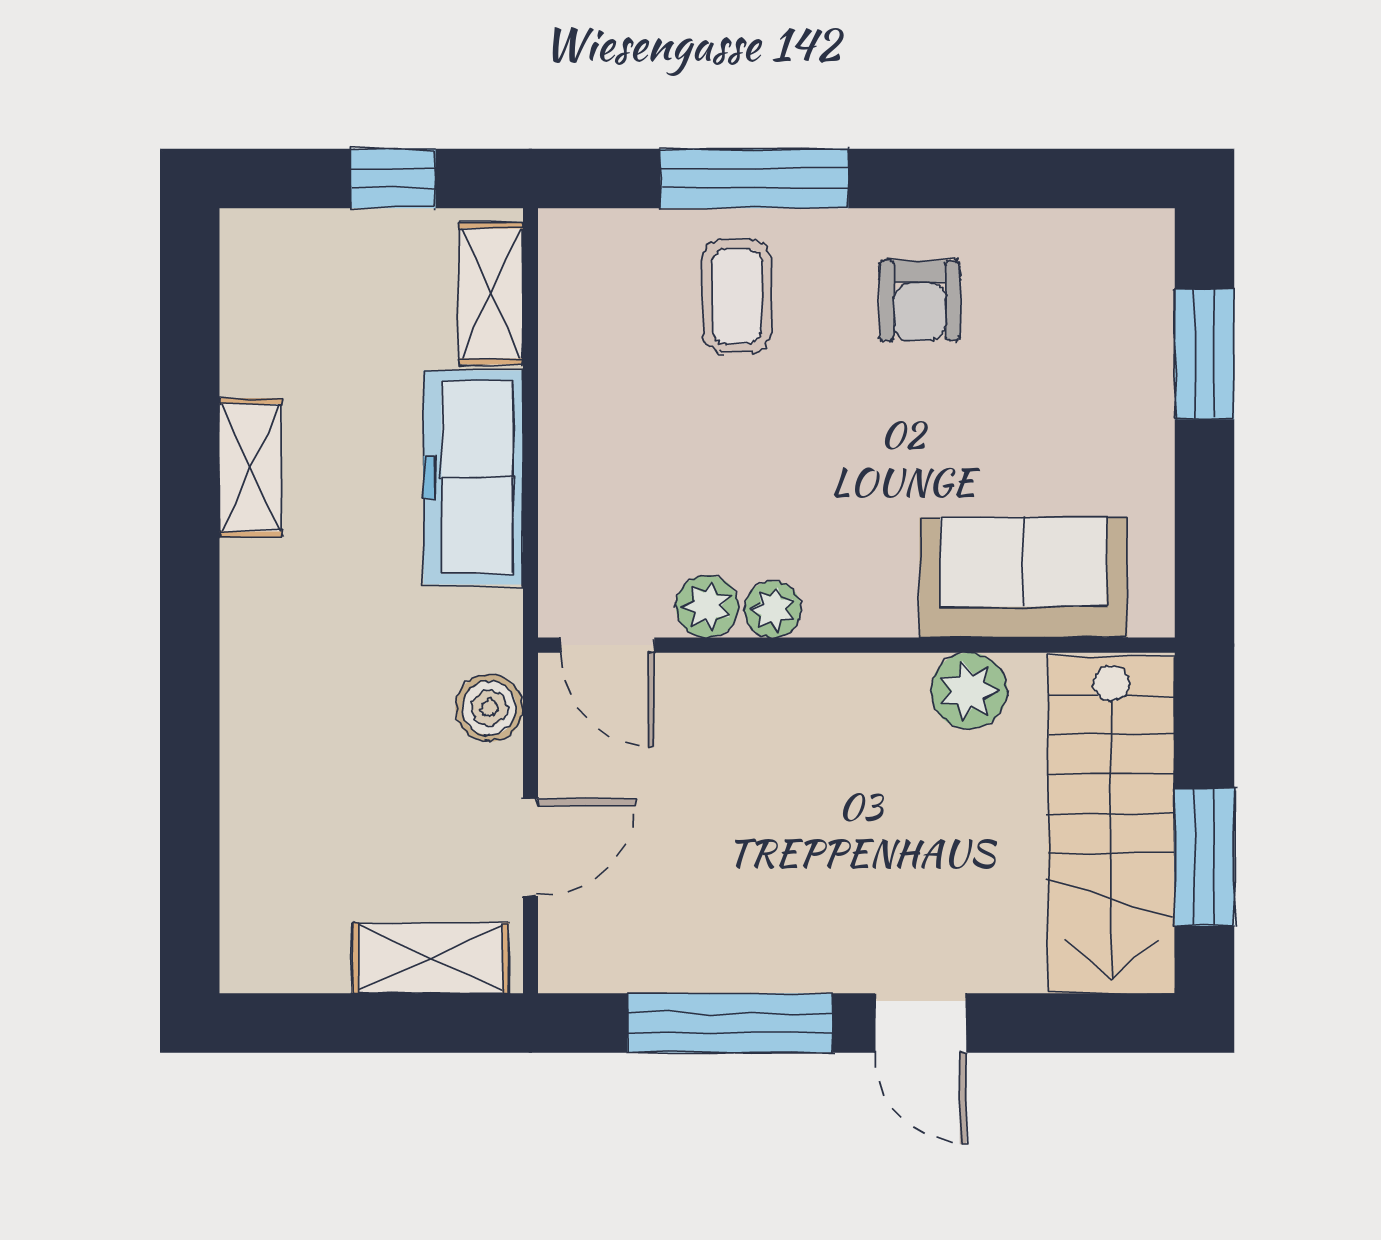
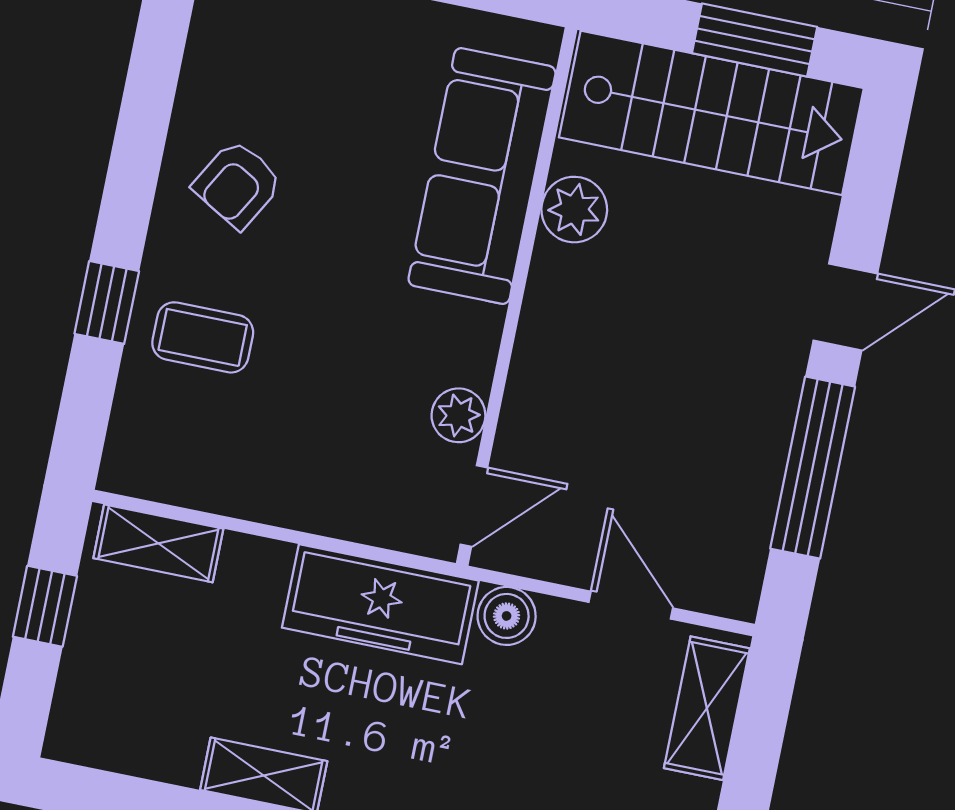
window: (754, 179) -> (107, 302), width x0.46
armchair: (920, 301) -> (238, 184), turned 120
freezer: (473, 477) -> (380, 604), moved
sofa: (1023, 578) -> (482, 176), width x1.36
plant: (773, 609) -> (472, 361), removed

